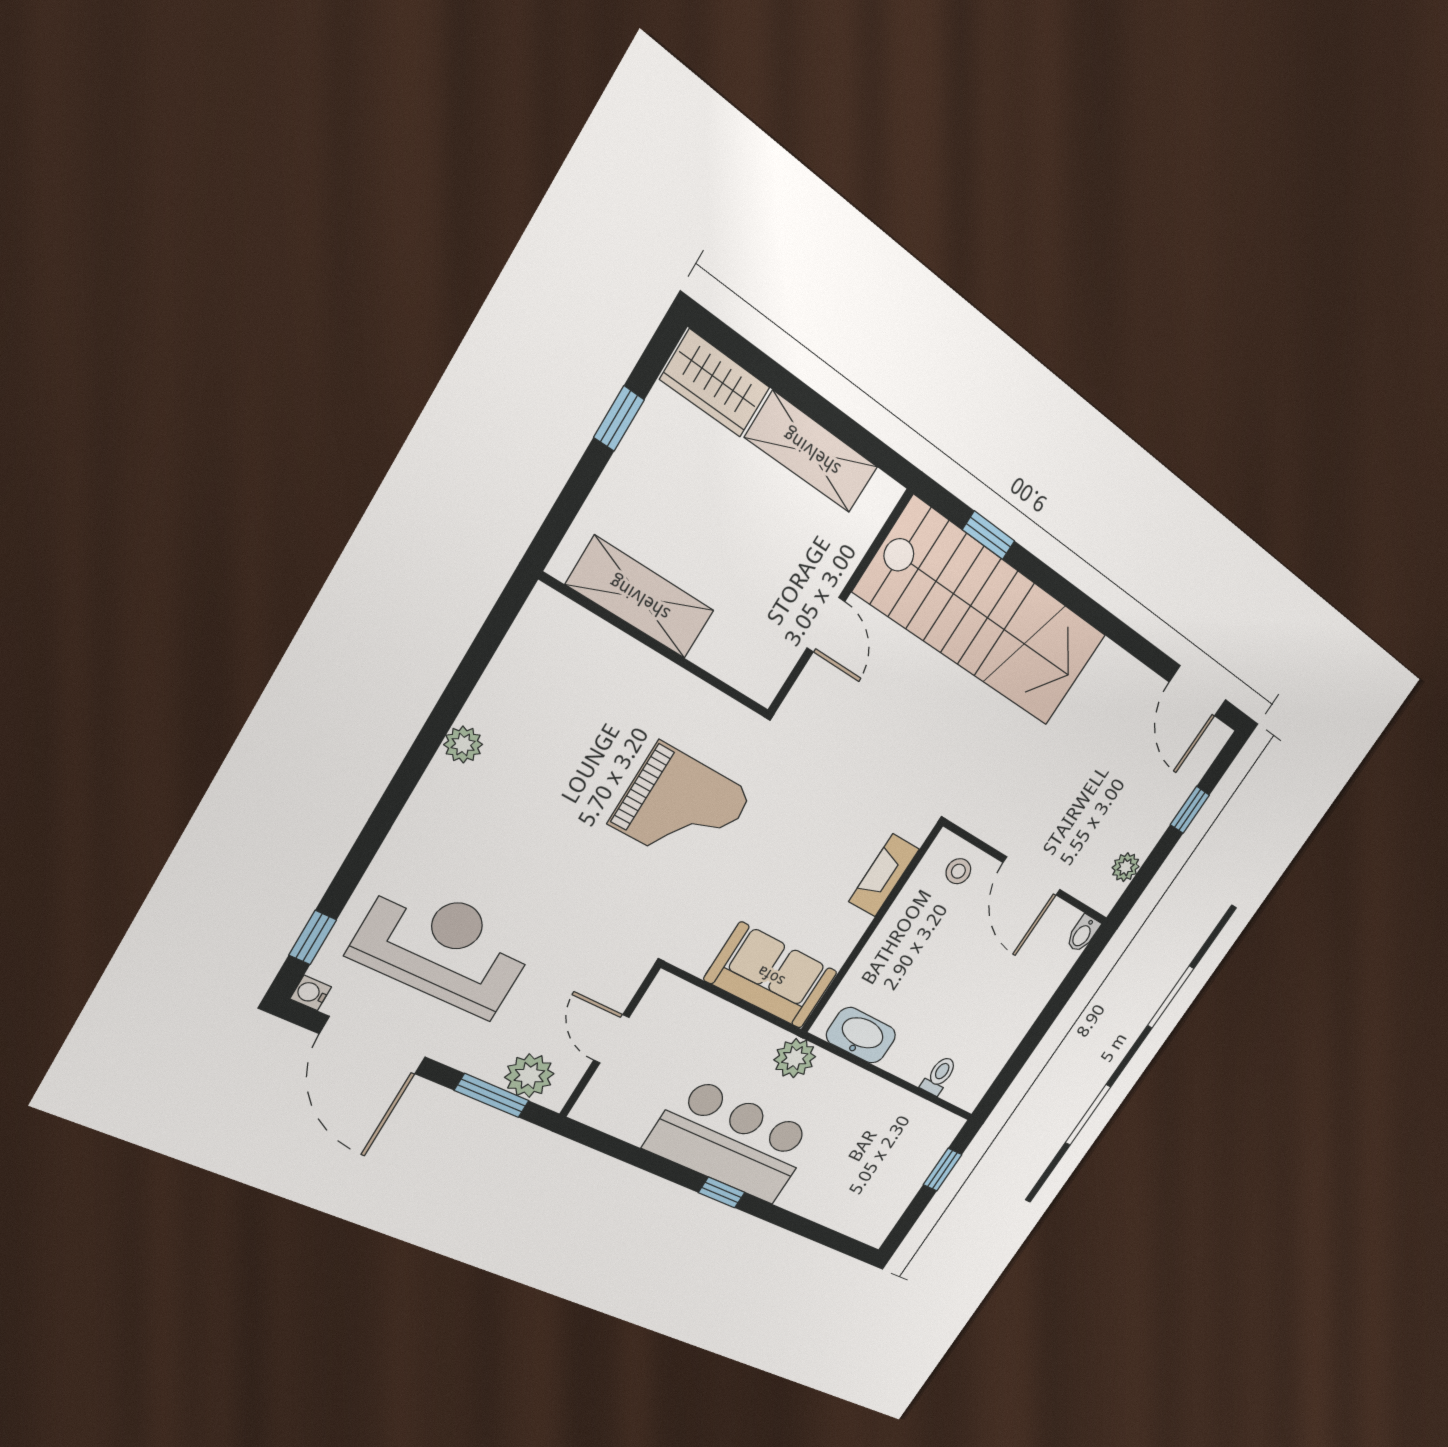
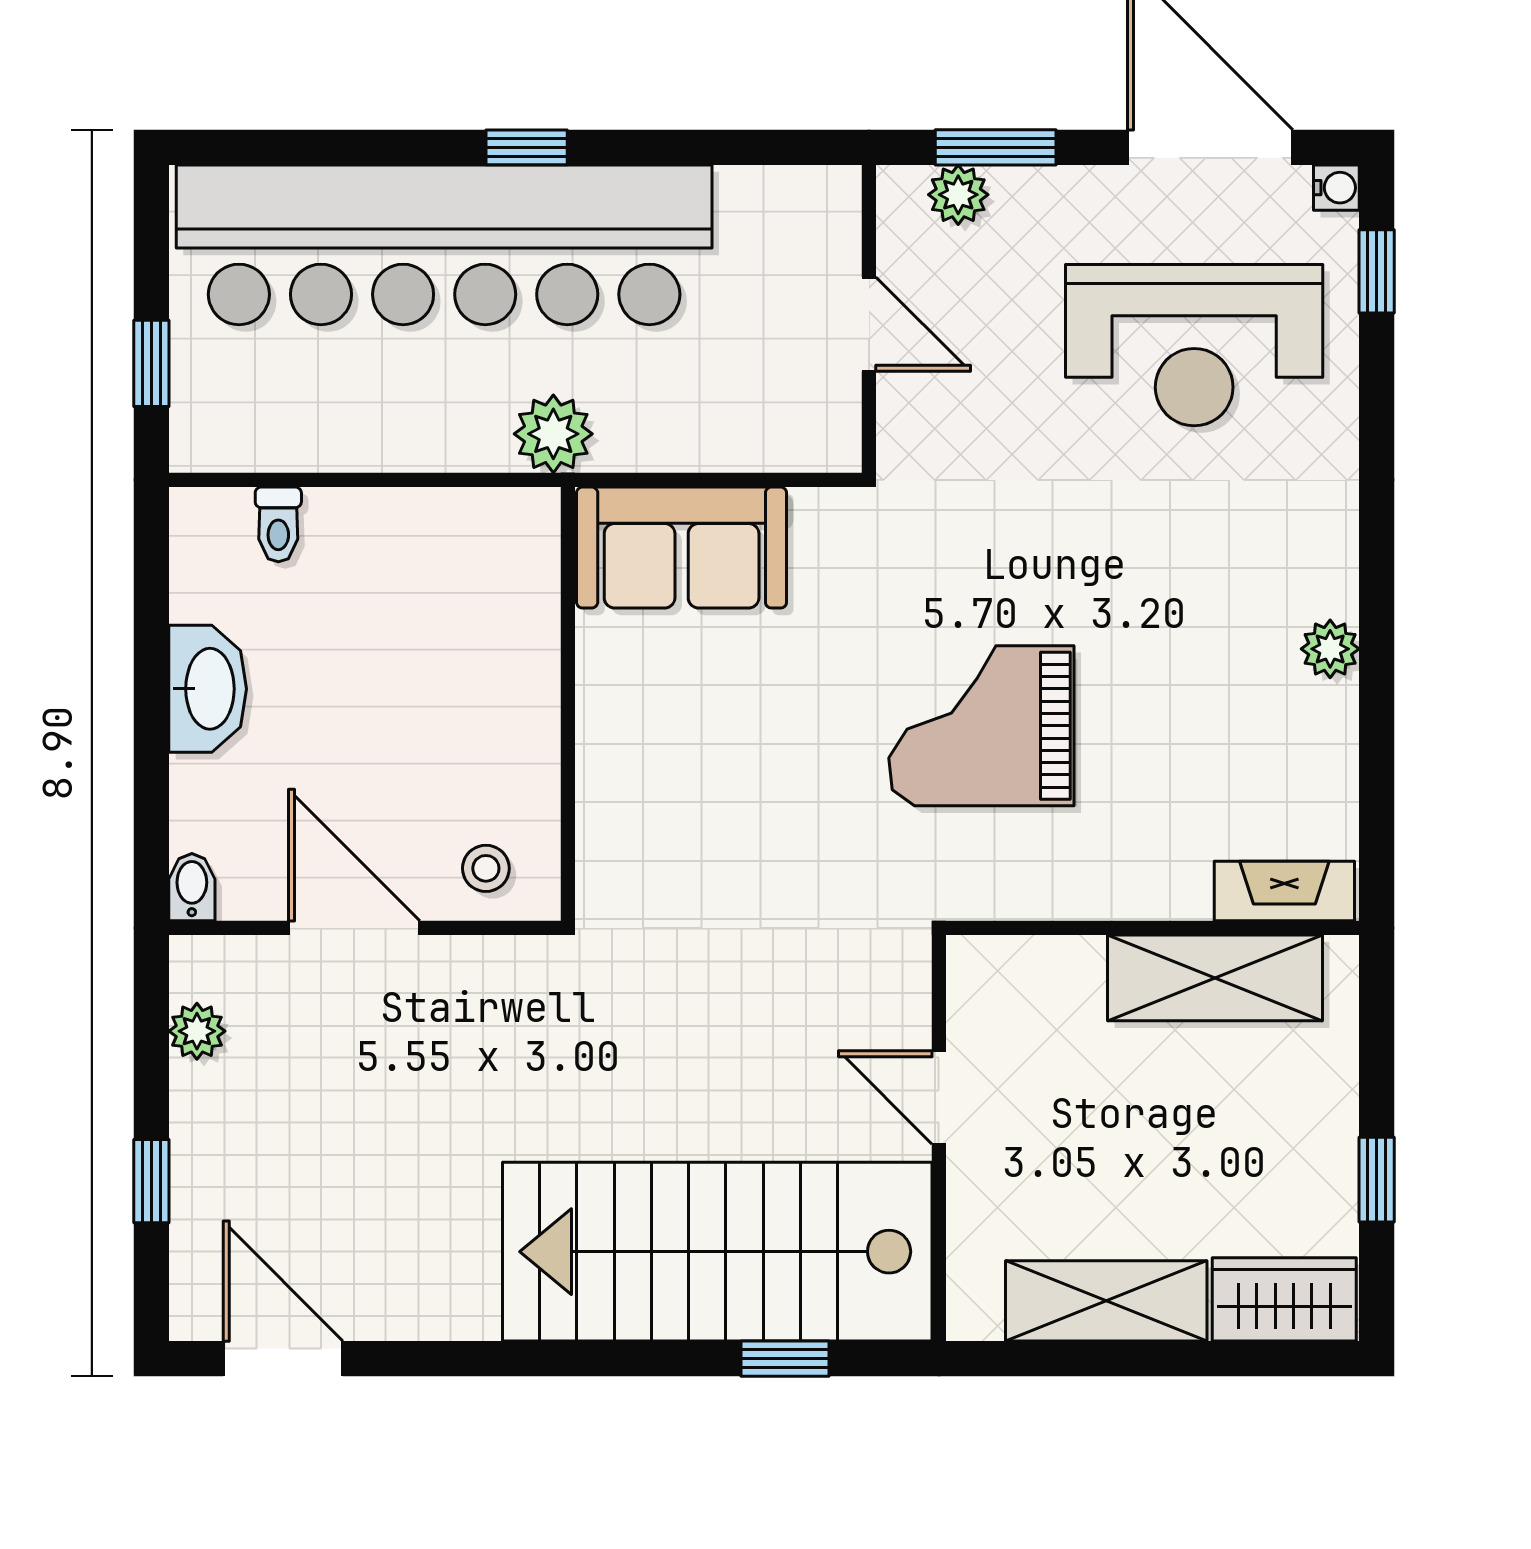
fireplace: (884, 875) -> (1284, 891), moved, turned -90
washbasin: (861, 1035) -> (208, 689), moved, turned -90
plant: (529, 1076) -> (958, 195), width x0.73, depth x0.73
bar counter: (732, 1141) -> (444, 245), width x1.86

